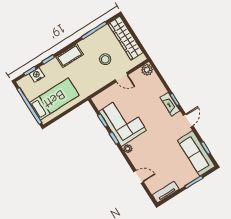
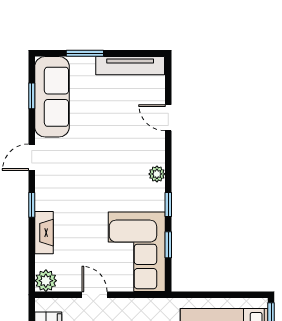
fireplace: (170, 104) -> (44, 233), moved
corner sofa: (123, 121) -> (137, 252), moved
tv unit: (166, 192) -> (130, 66), width x1.41

